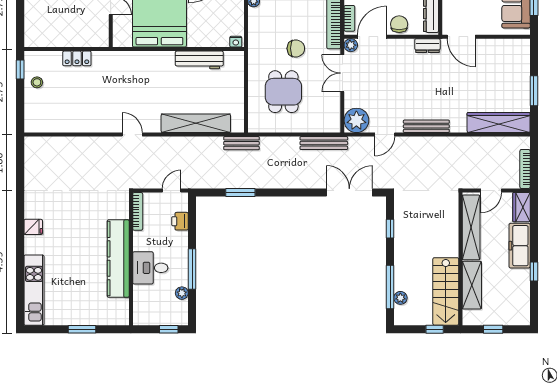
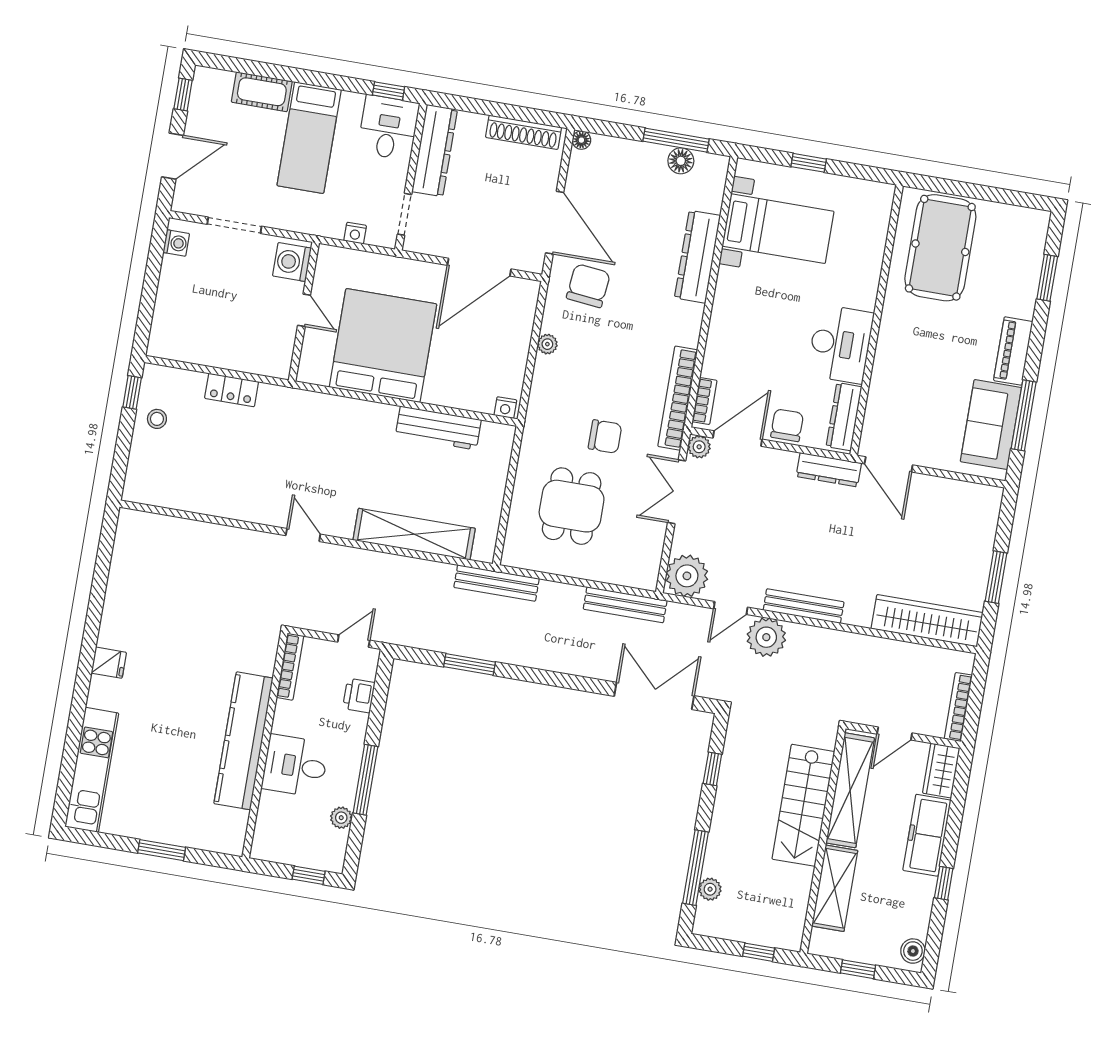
dresser: (427, 46) -> (829, 470), width x1.44
bench: (241, 143) -> (497, 583), width x1.36
plant: (408, 148) -> (766, 637), added
stairs: (446, 291) -> (803, 805), moved
boiler: (523, 313) -> (913, 951), added

